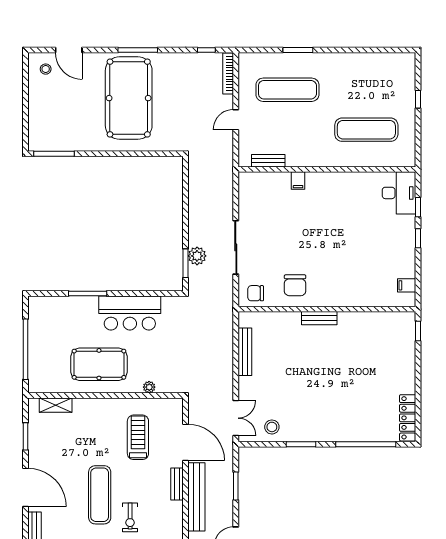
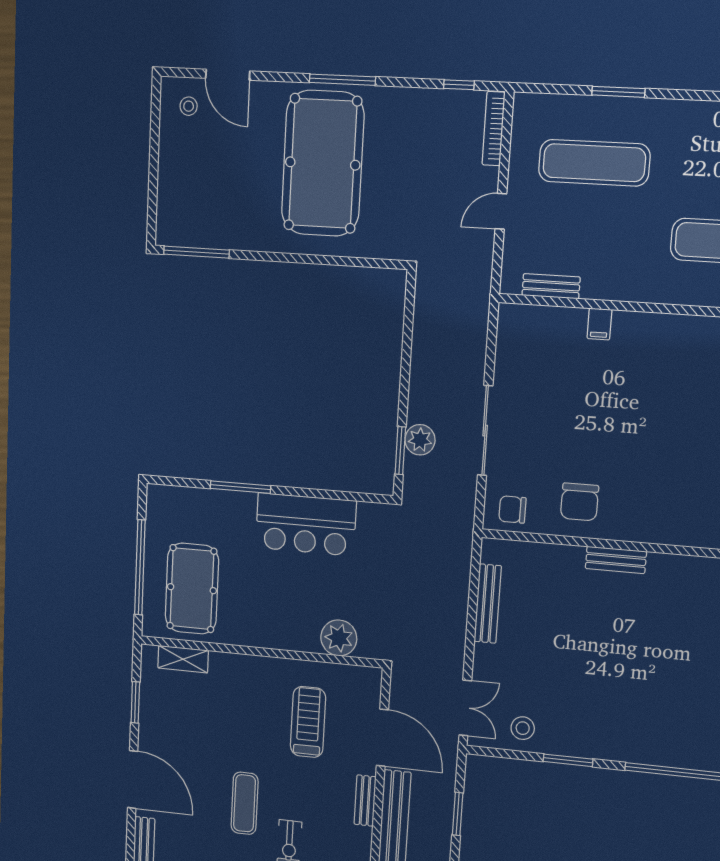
pool table: (99, 364) -> (192, 589), moved, turned 90
plant: (149, 387) -> (339, 638), width x1.88, depth x1.88
exercise mat: (100, 495) -> (245, 803), width x0.73, depth x0.69

